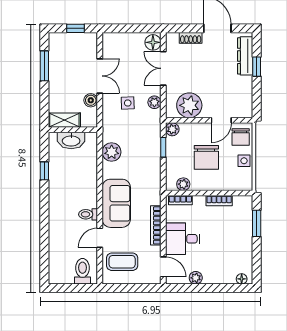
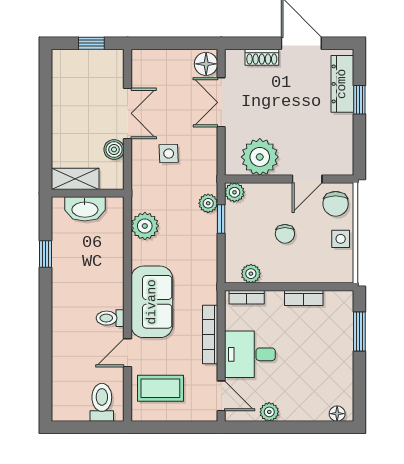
window: (44, 66) -> (46, 99), removed
plant: (154, 102) -> (208, 203), moved
chair: (206, 157) -> (285, 234), width x0.54, depth x0.54

